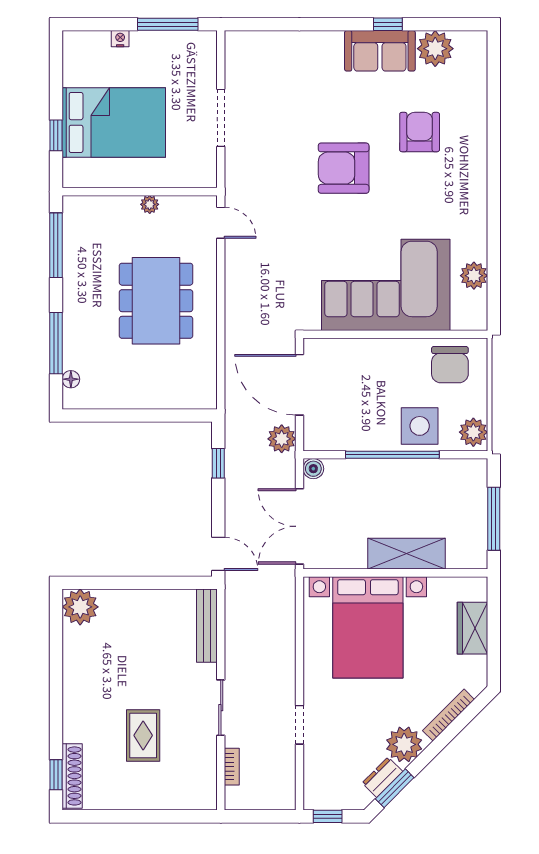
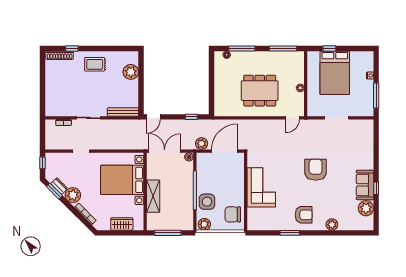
armchair: (420, 132) -> (304, 215), moved
window: (494, 230) -> (290, 233), added
plant: (474, 276) -> (332, 225), moved
corner sofa: (386, 285) -> (261, 187), width x0.73, depth x0.74
plant: (80, 607) -> (131, 72), moved
rug: (143, 735) -> (95, 64), moved
window: (56, 775) -> (72, 49), moved

